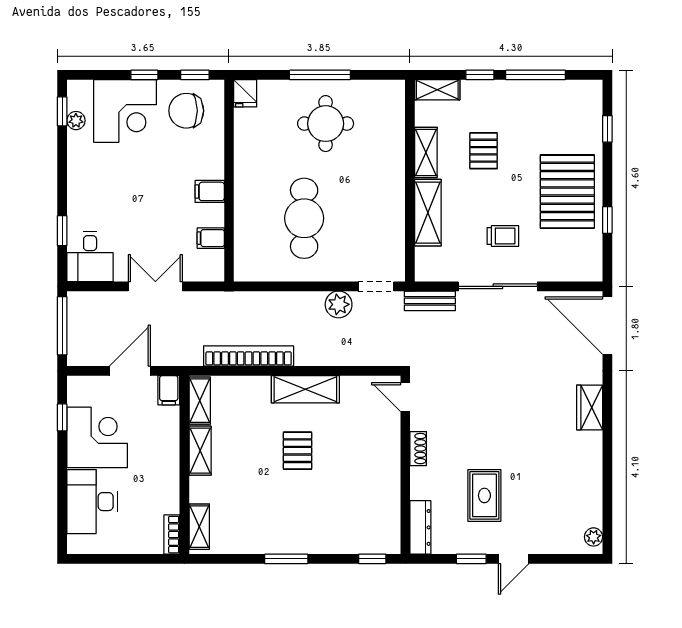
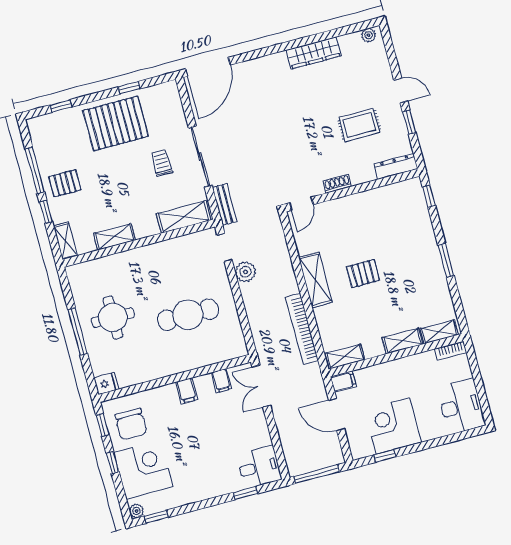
plant: (76, 121) -> (136, 511), moved
pallet: (484, 151) -> (65, 183), moved
shelving: (428, 213) -> (184, 217), moved
double door: (155, 286) -> (261, 386), moved
wardrobe: (590, 407) -> (314, 53), moved, width x1.50
shelving: (200, 451) -> (402, 341), moved
desk: (92, 502) -> (461, 406), moved, turned -90

